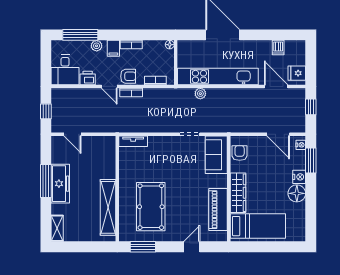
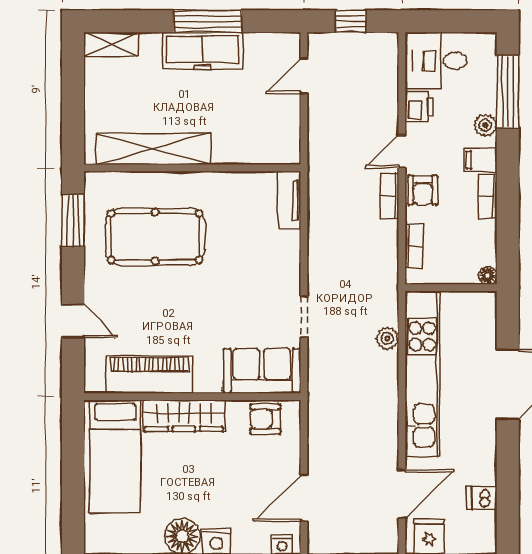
armchair: (240, 153) -> (265, 419), turned 180

